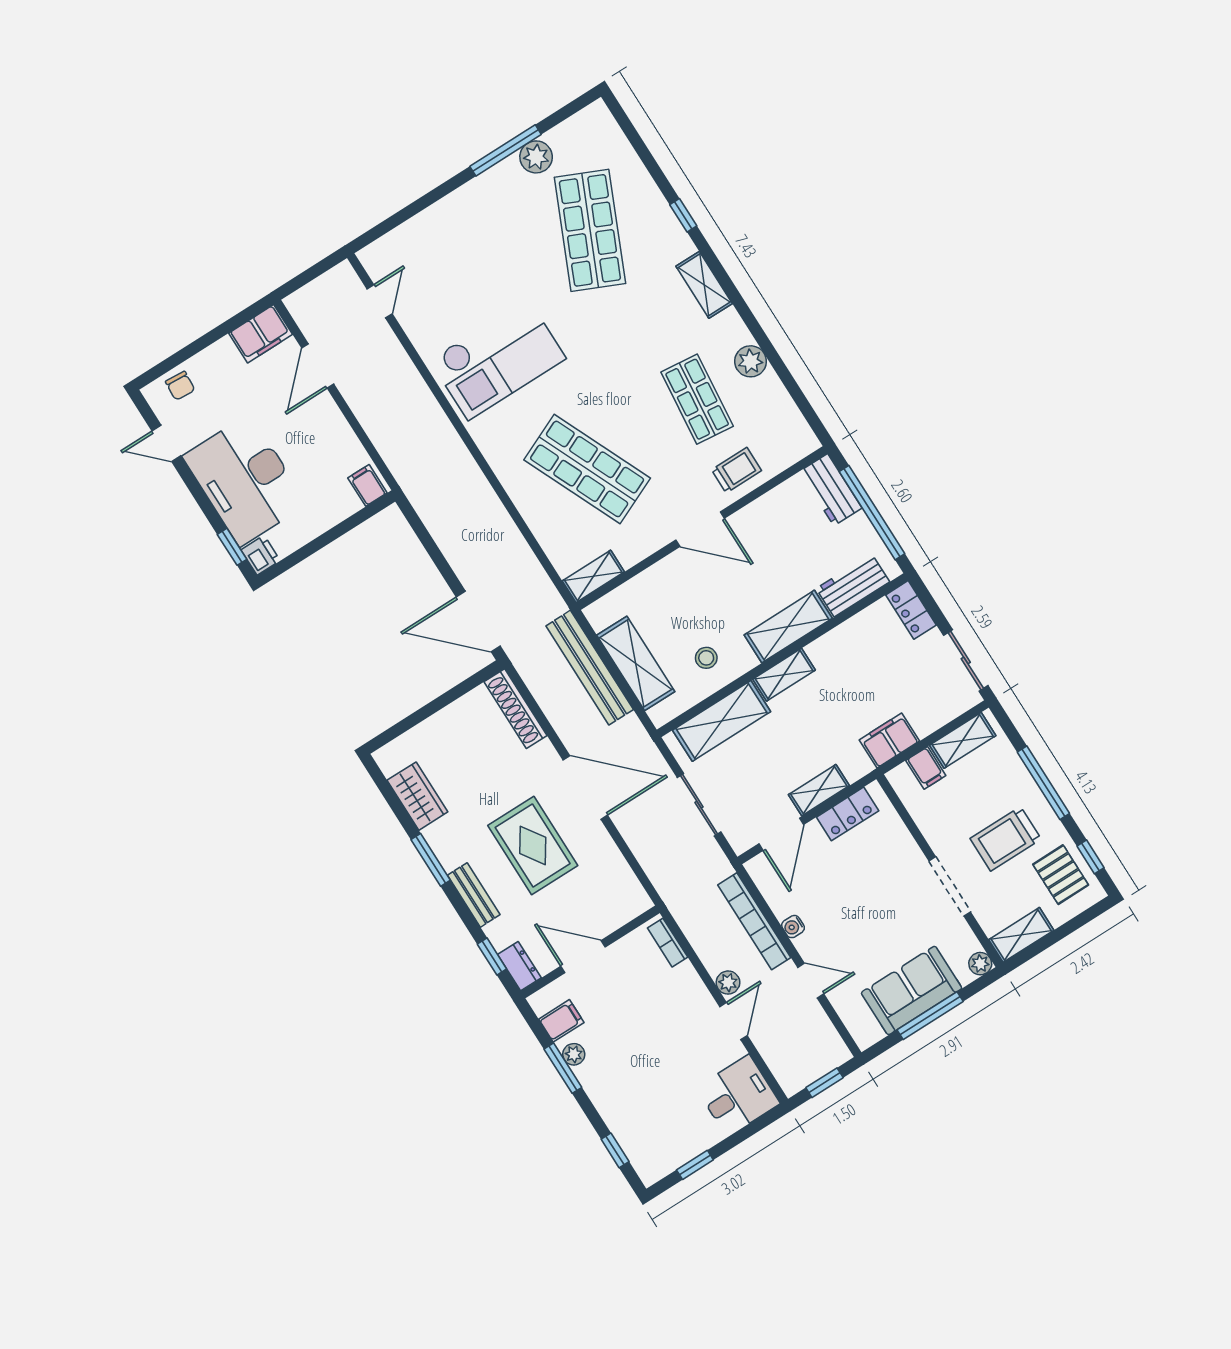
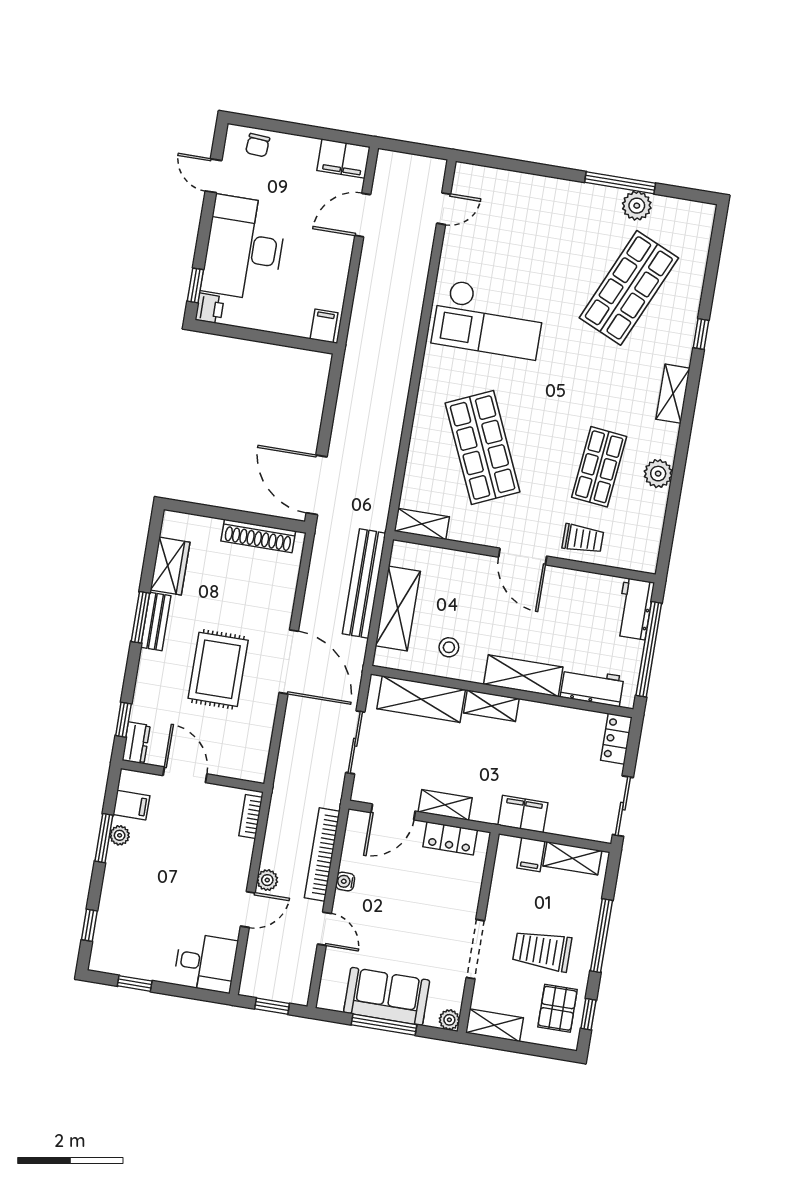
shoe rack: (516, 709) -> (258, 536), moved, turned -90
bench: (474, 895) -> (156, 621), moved

